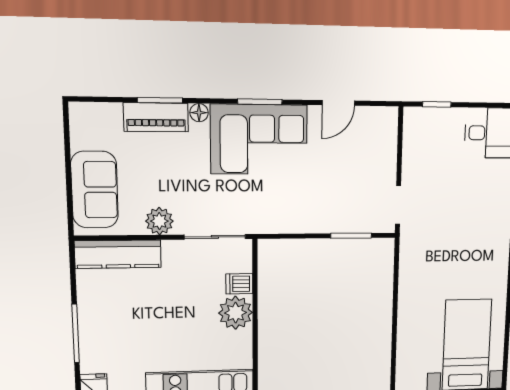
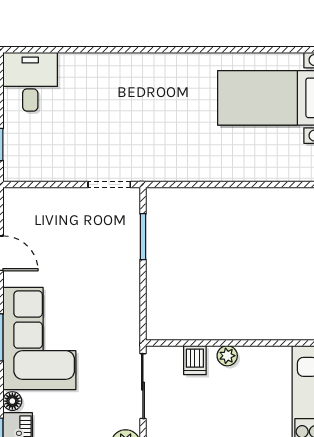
plant: (236, 313) -> (227, 356), width x0.53, depth x0.53

